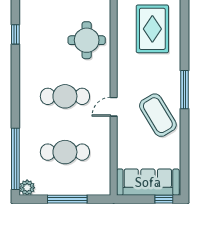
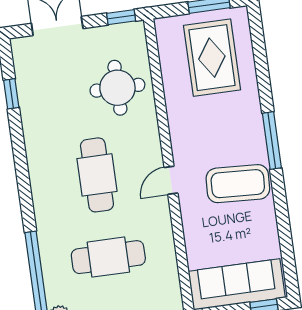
cafe table: (65, 96) -> (97, 175), turned 90
coffee table: (158, 115) -> (238, 184), turned -56

